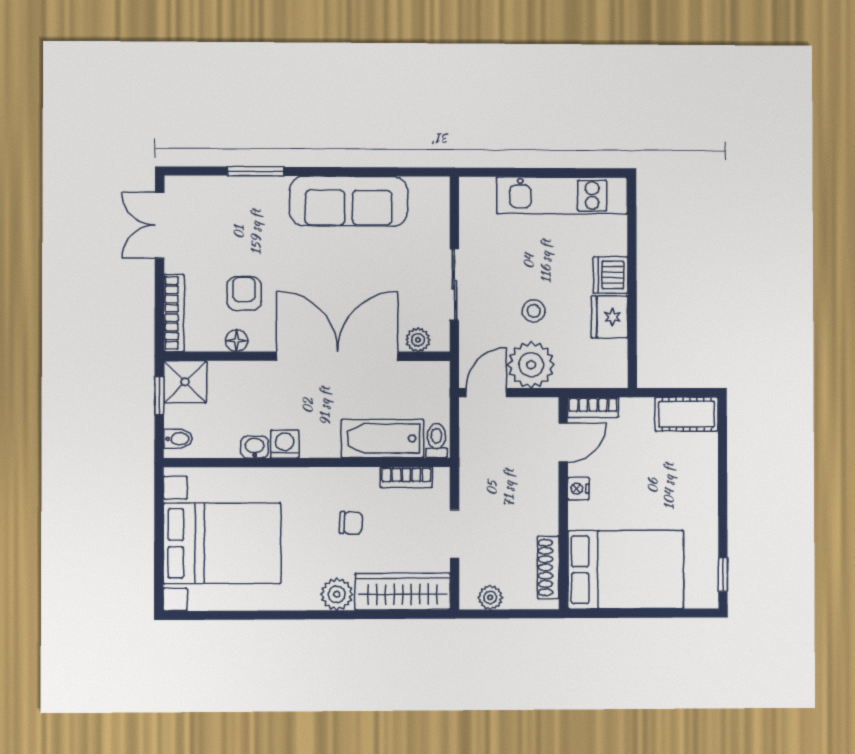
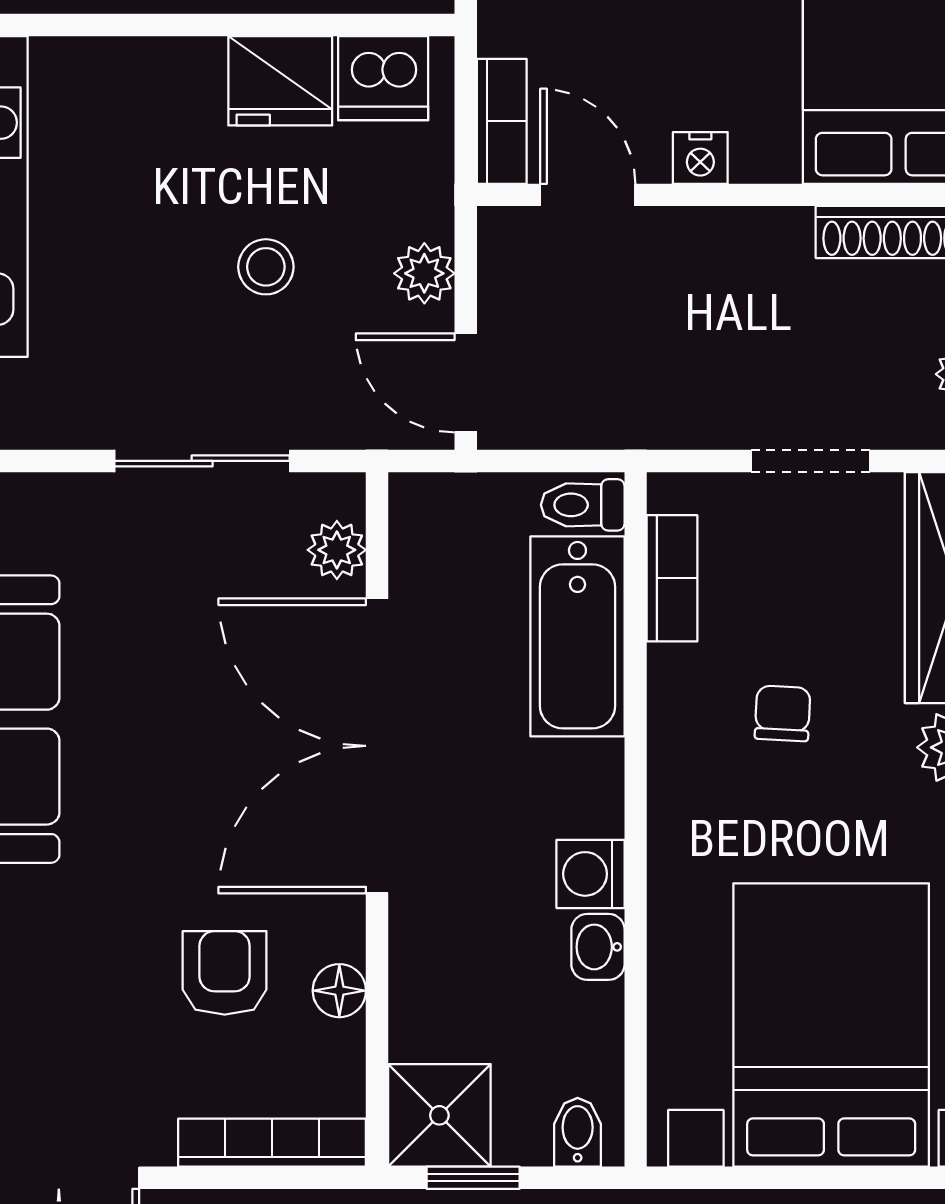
dishwasher: (610, 275) -> (383, 78), moved
armchair: (244, 294) -> (225, 973), turned 90
plant: (531, 365) -> (424, 273), width x0.53, depth x0.53

